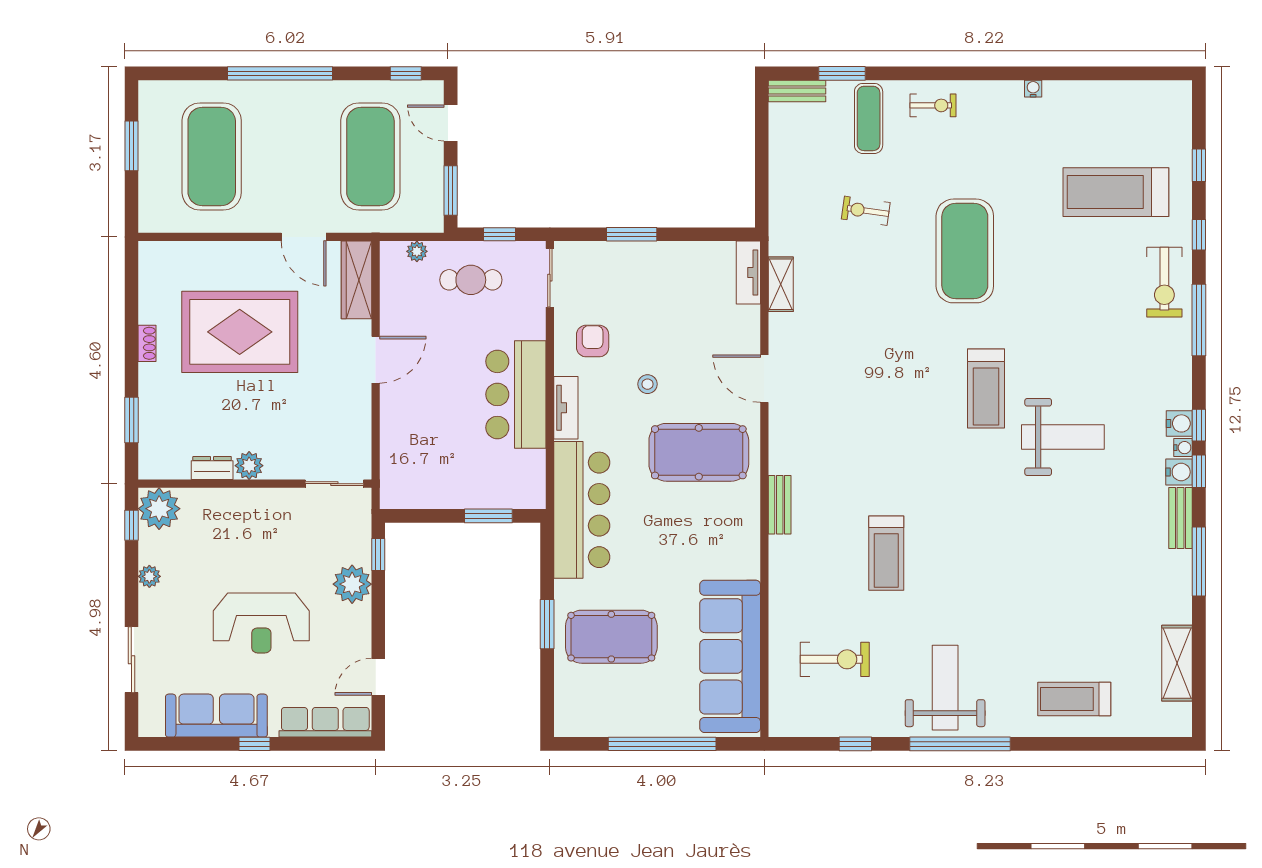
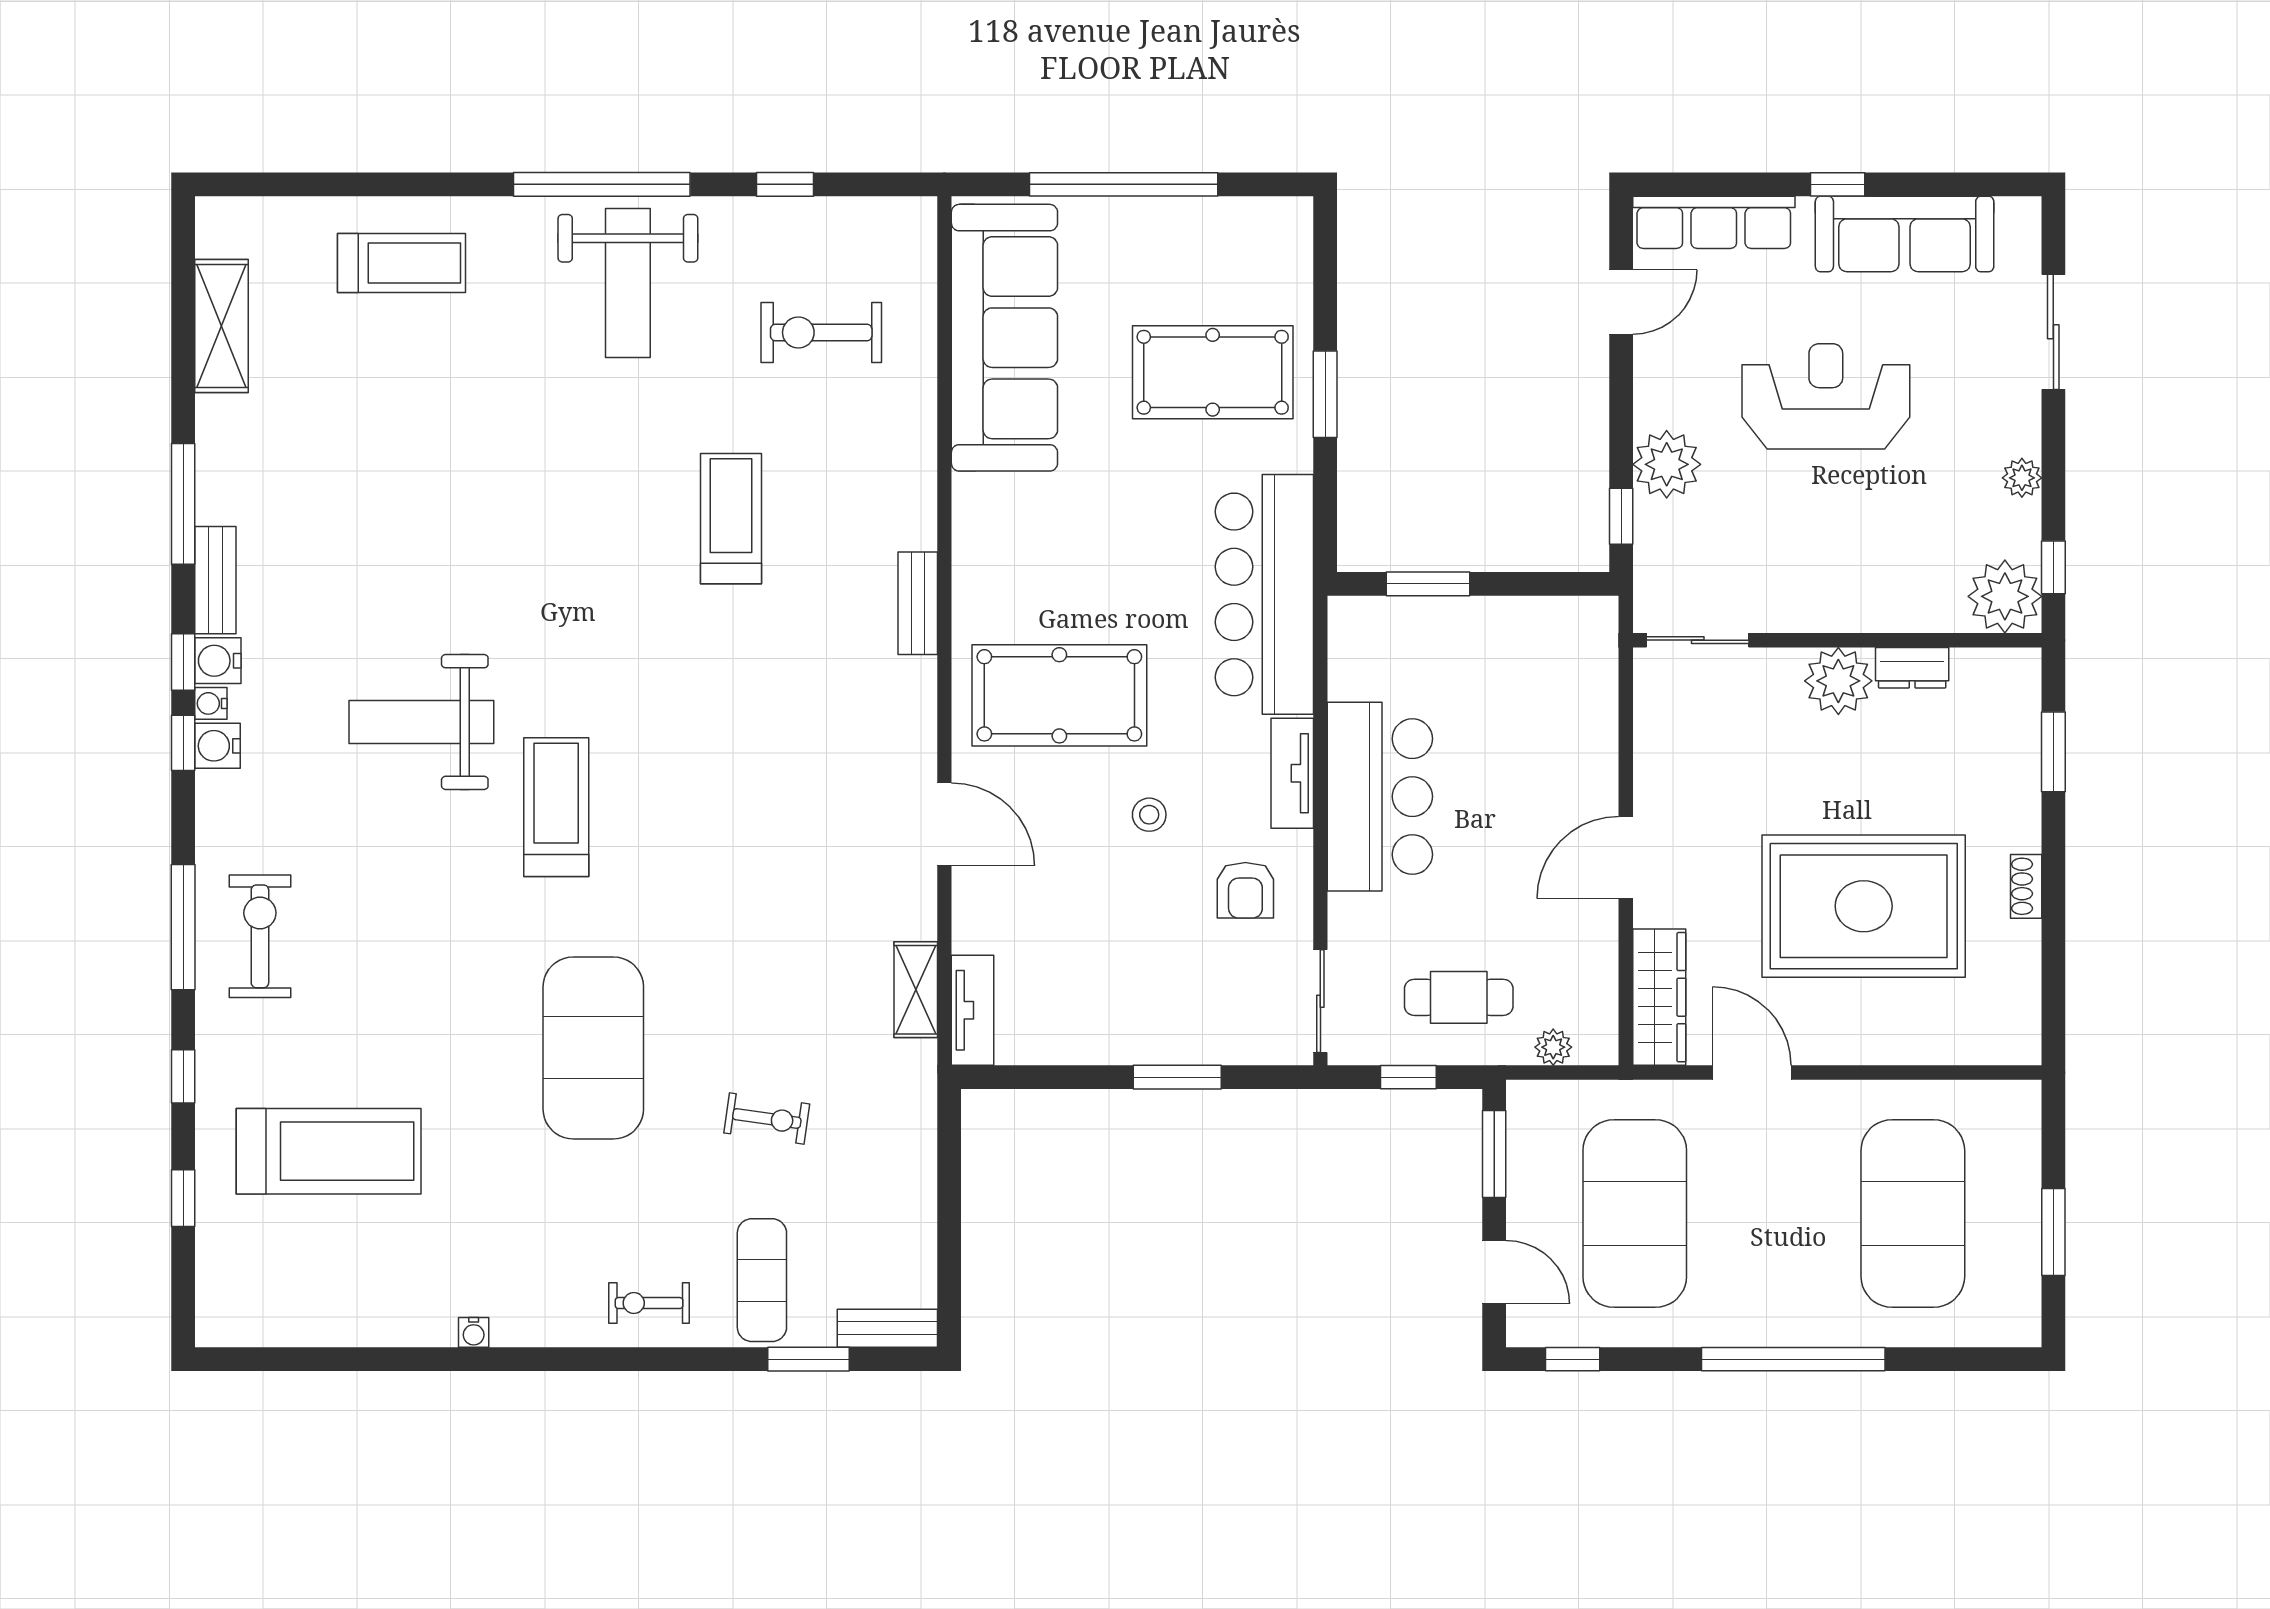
exercise bike: (1164, 282) -> (260, 936), moved
plant: (249, 466) -> (1838, 681), width x1.36, depth x1.36

